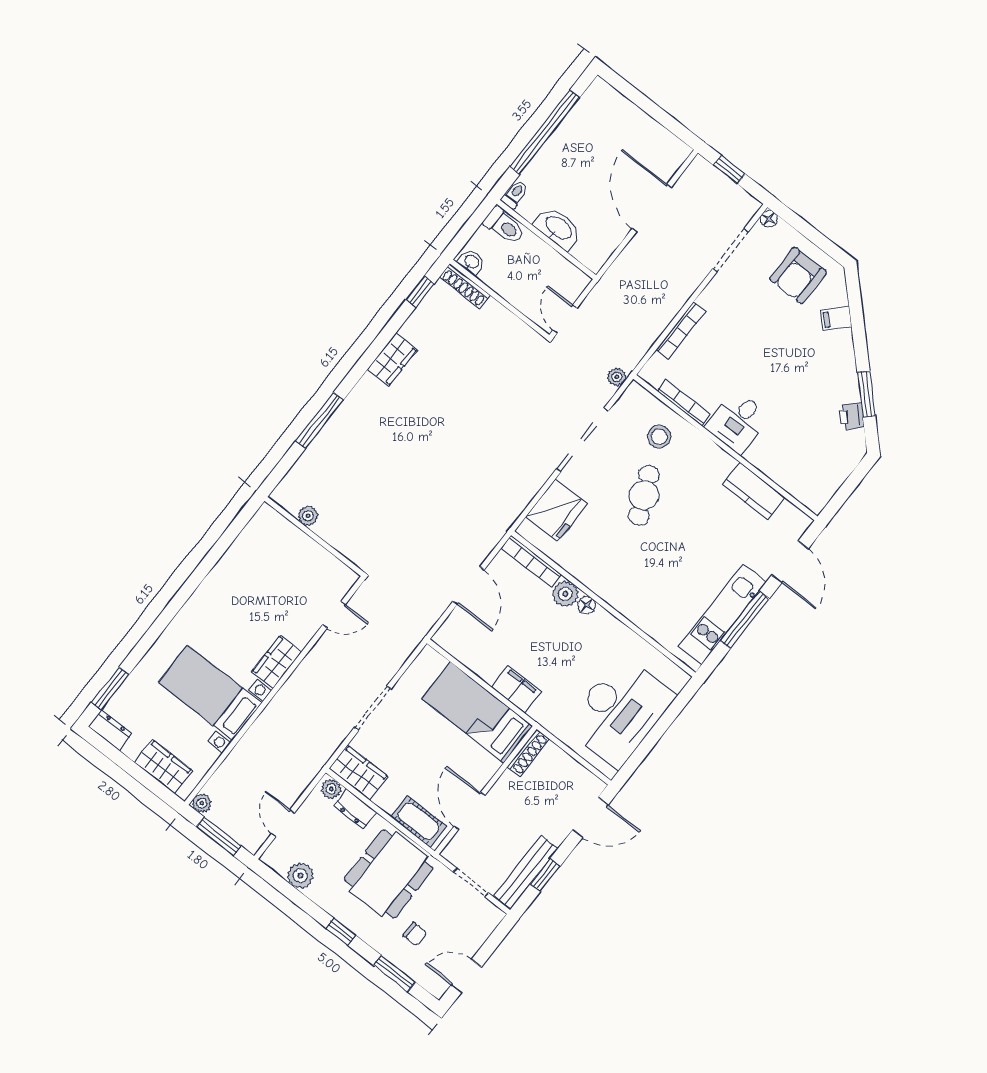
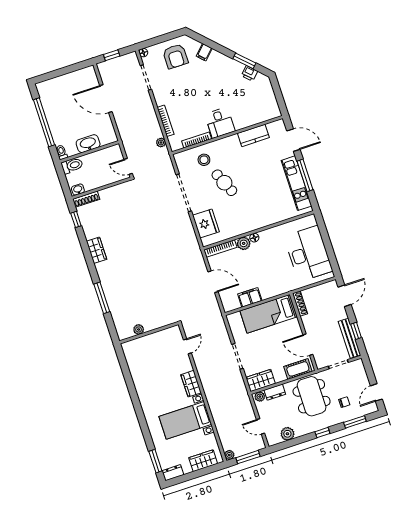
plant: (617, 377) -> (161, 143), moved
filing cabinet: (516, 689) -> (250, 297), moved

